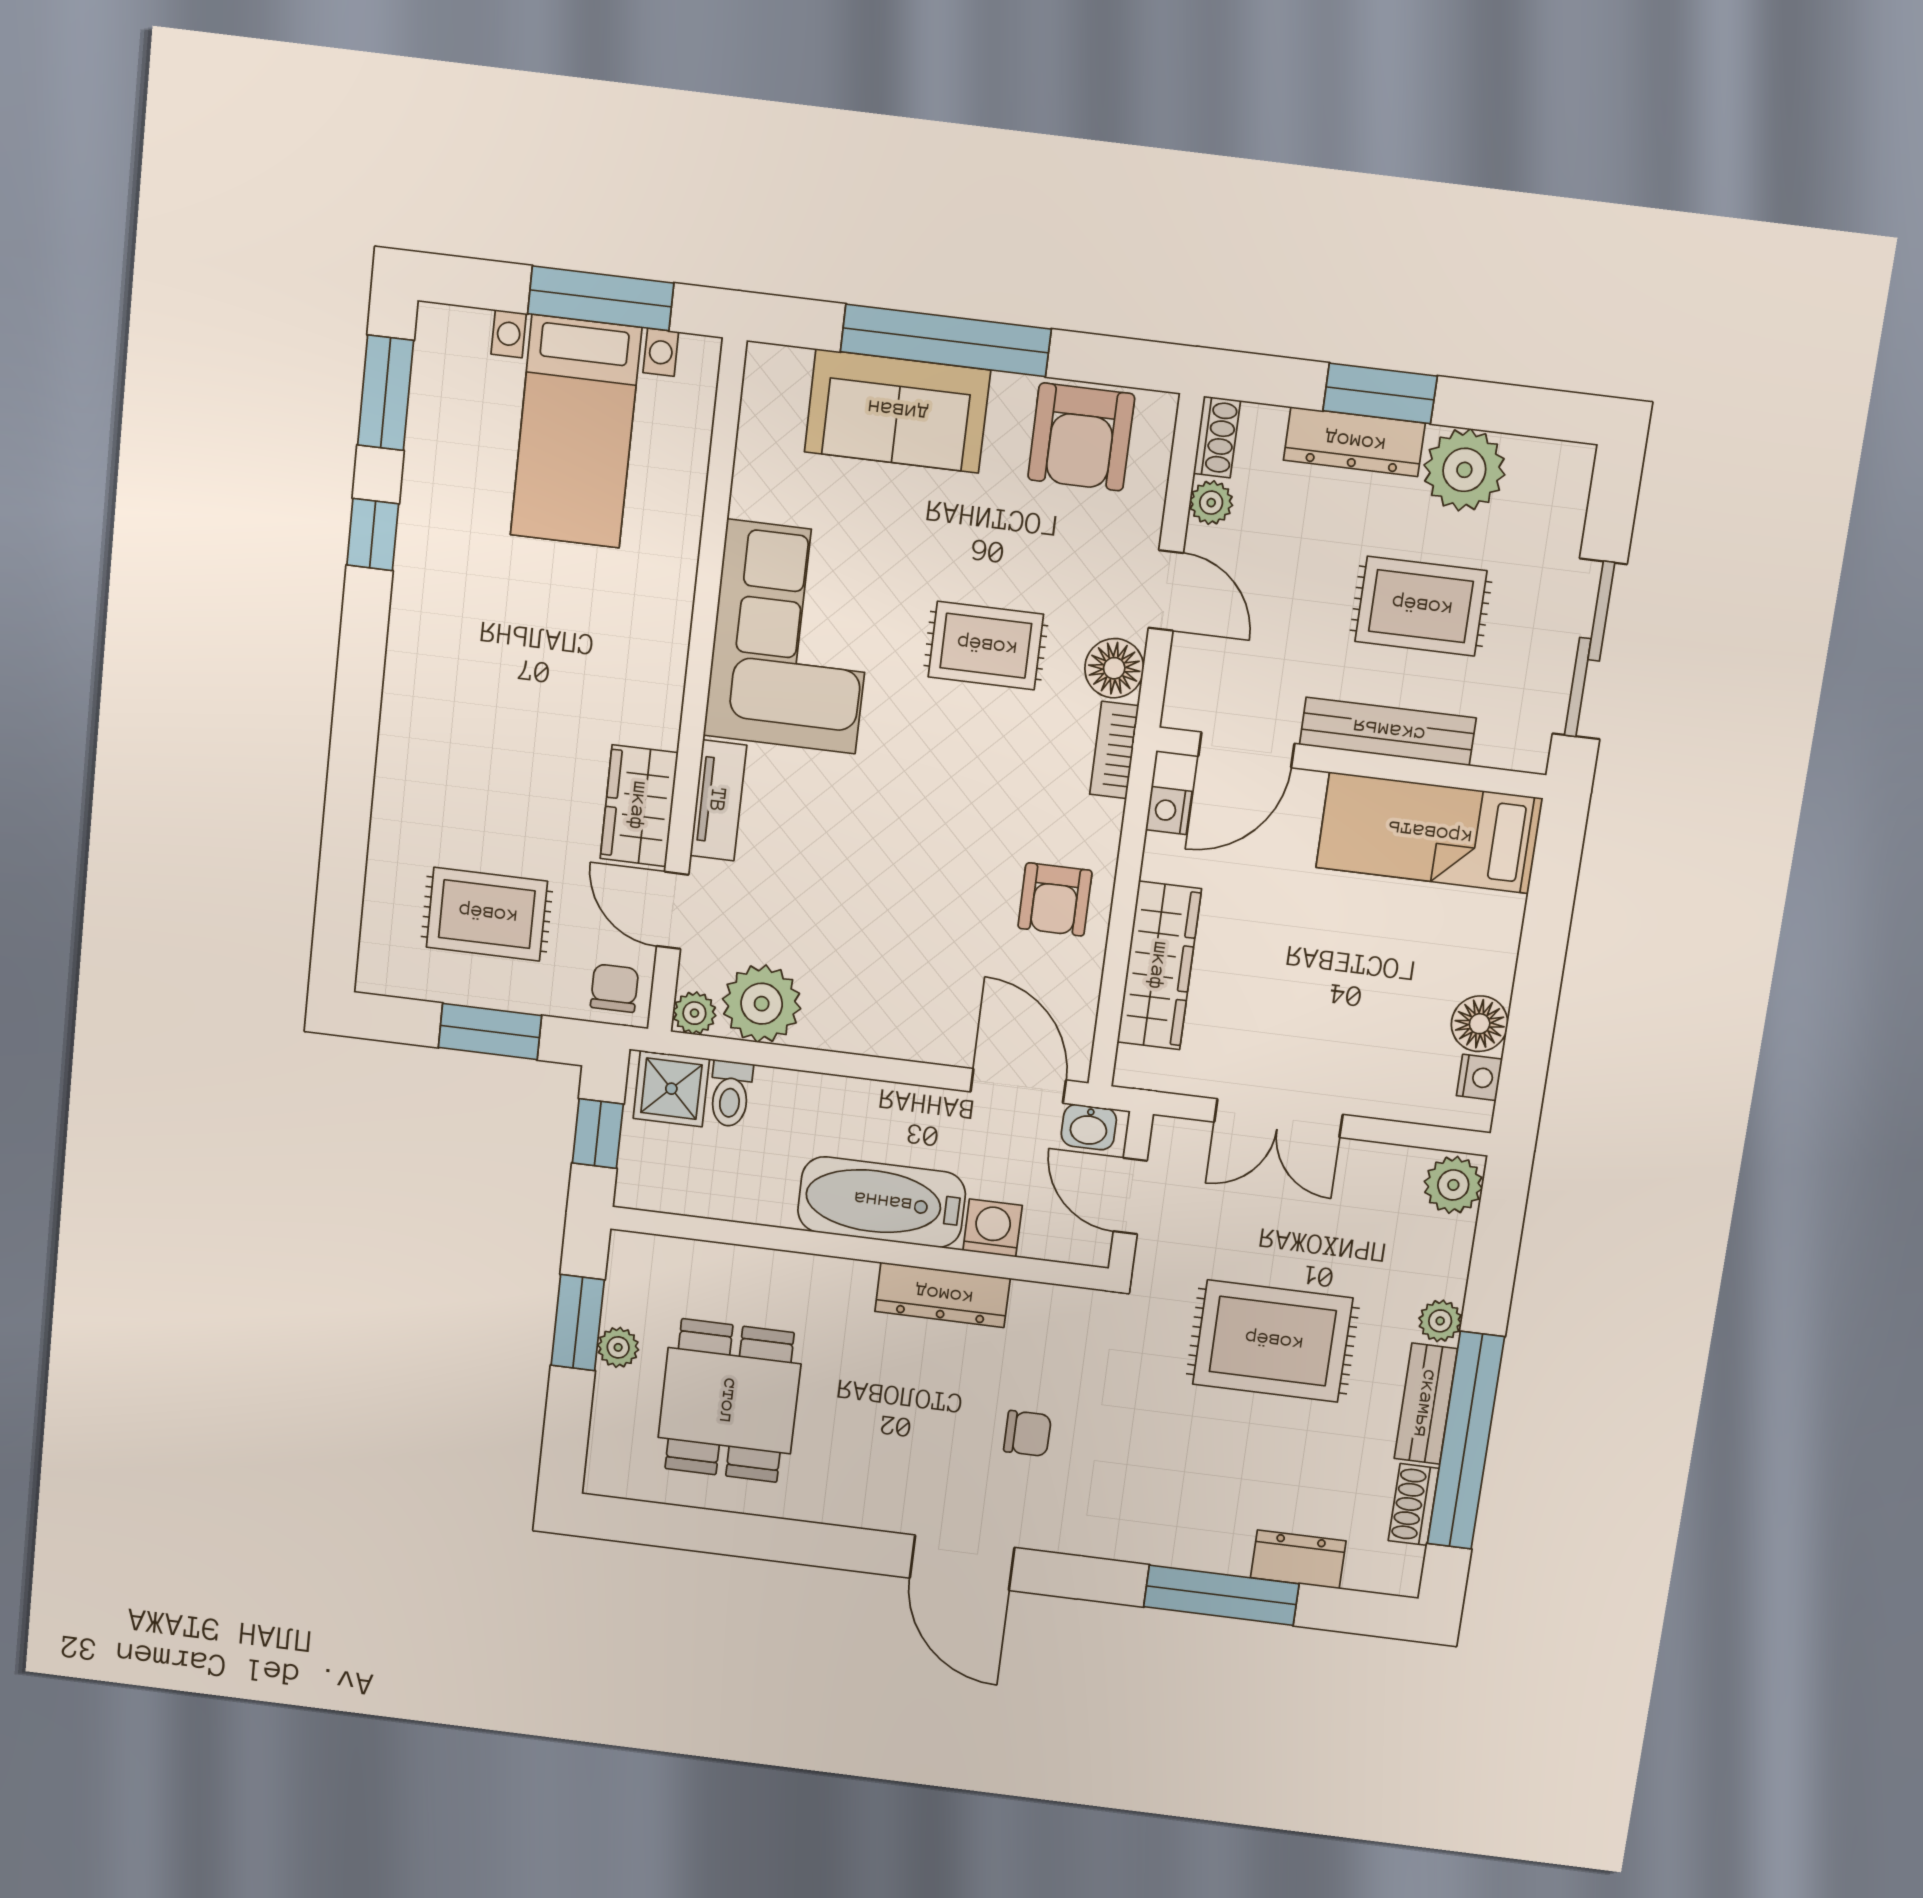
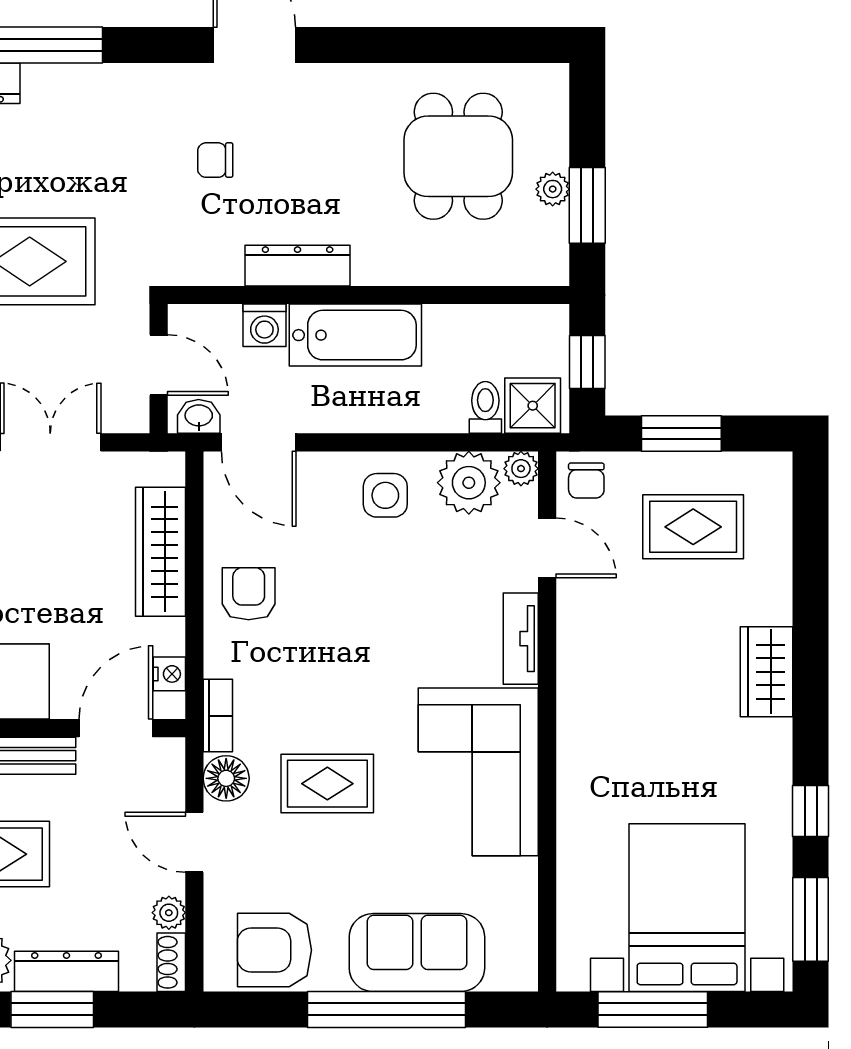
bed with nightstands: (576, 432) -> (687, 908), width x1.36
armchair: (1081, 437) -> (274, 950), turned -90
wardrobe: (639, 806) -> (767, 672), moved, turned 180
side table: (868, 1001) -> (385, 495), added

